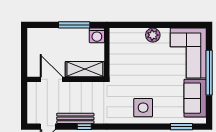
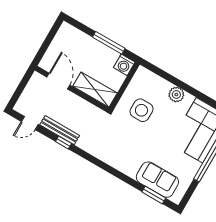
sofa: (195, 98) -> (157, 180), moved, turned 90
side table: (143, 108) -> (141, 110), moved

